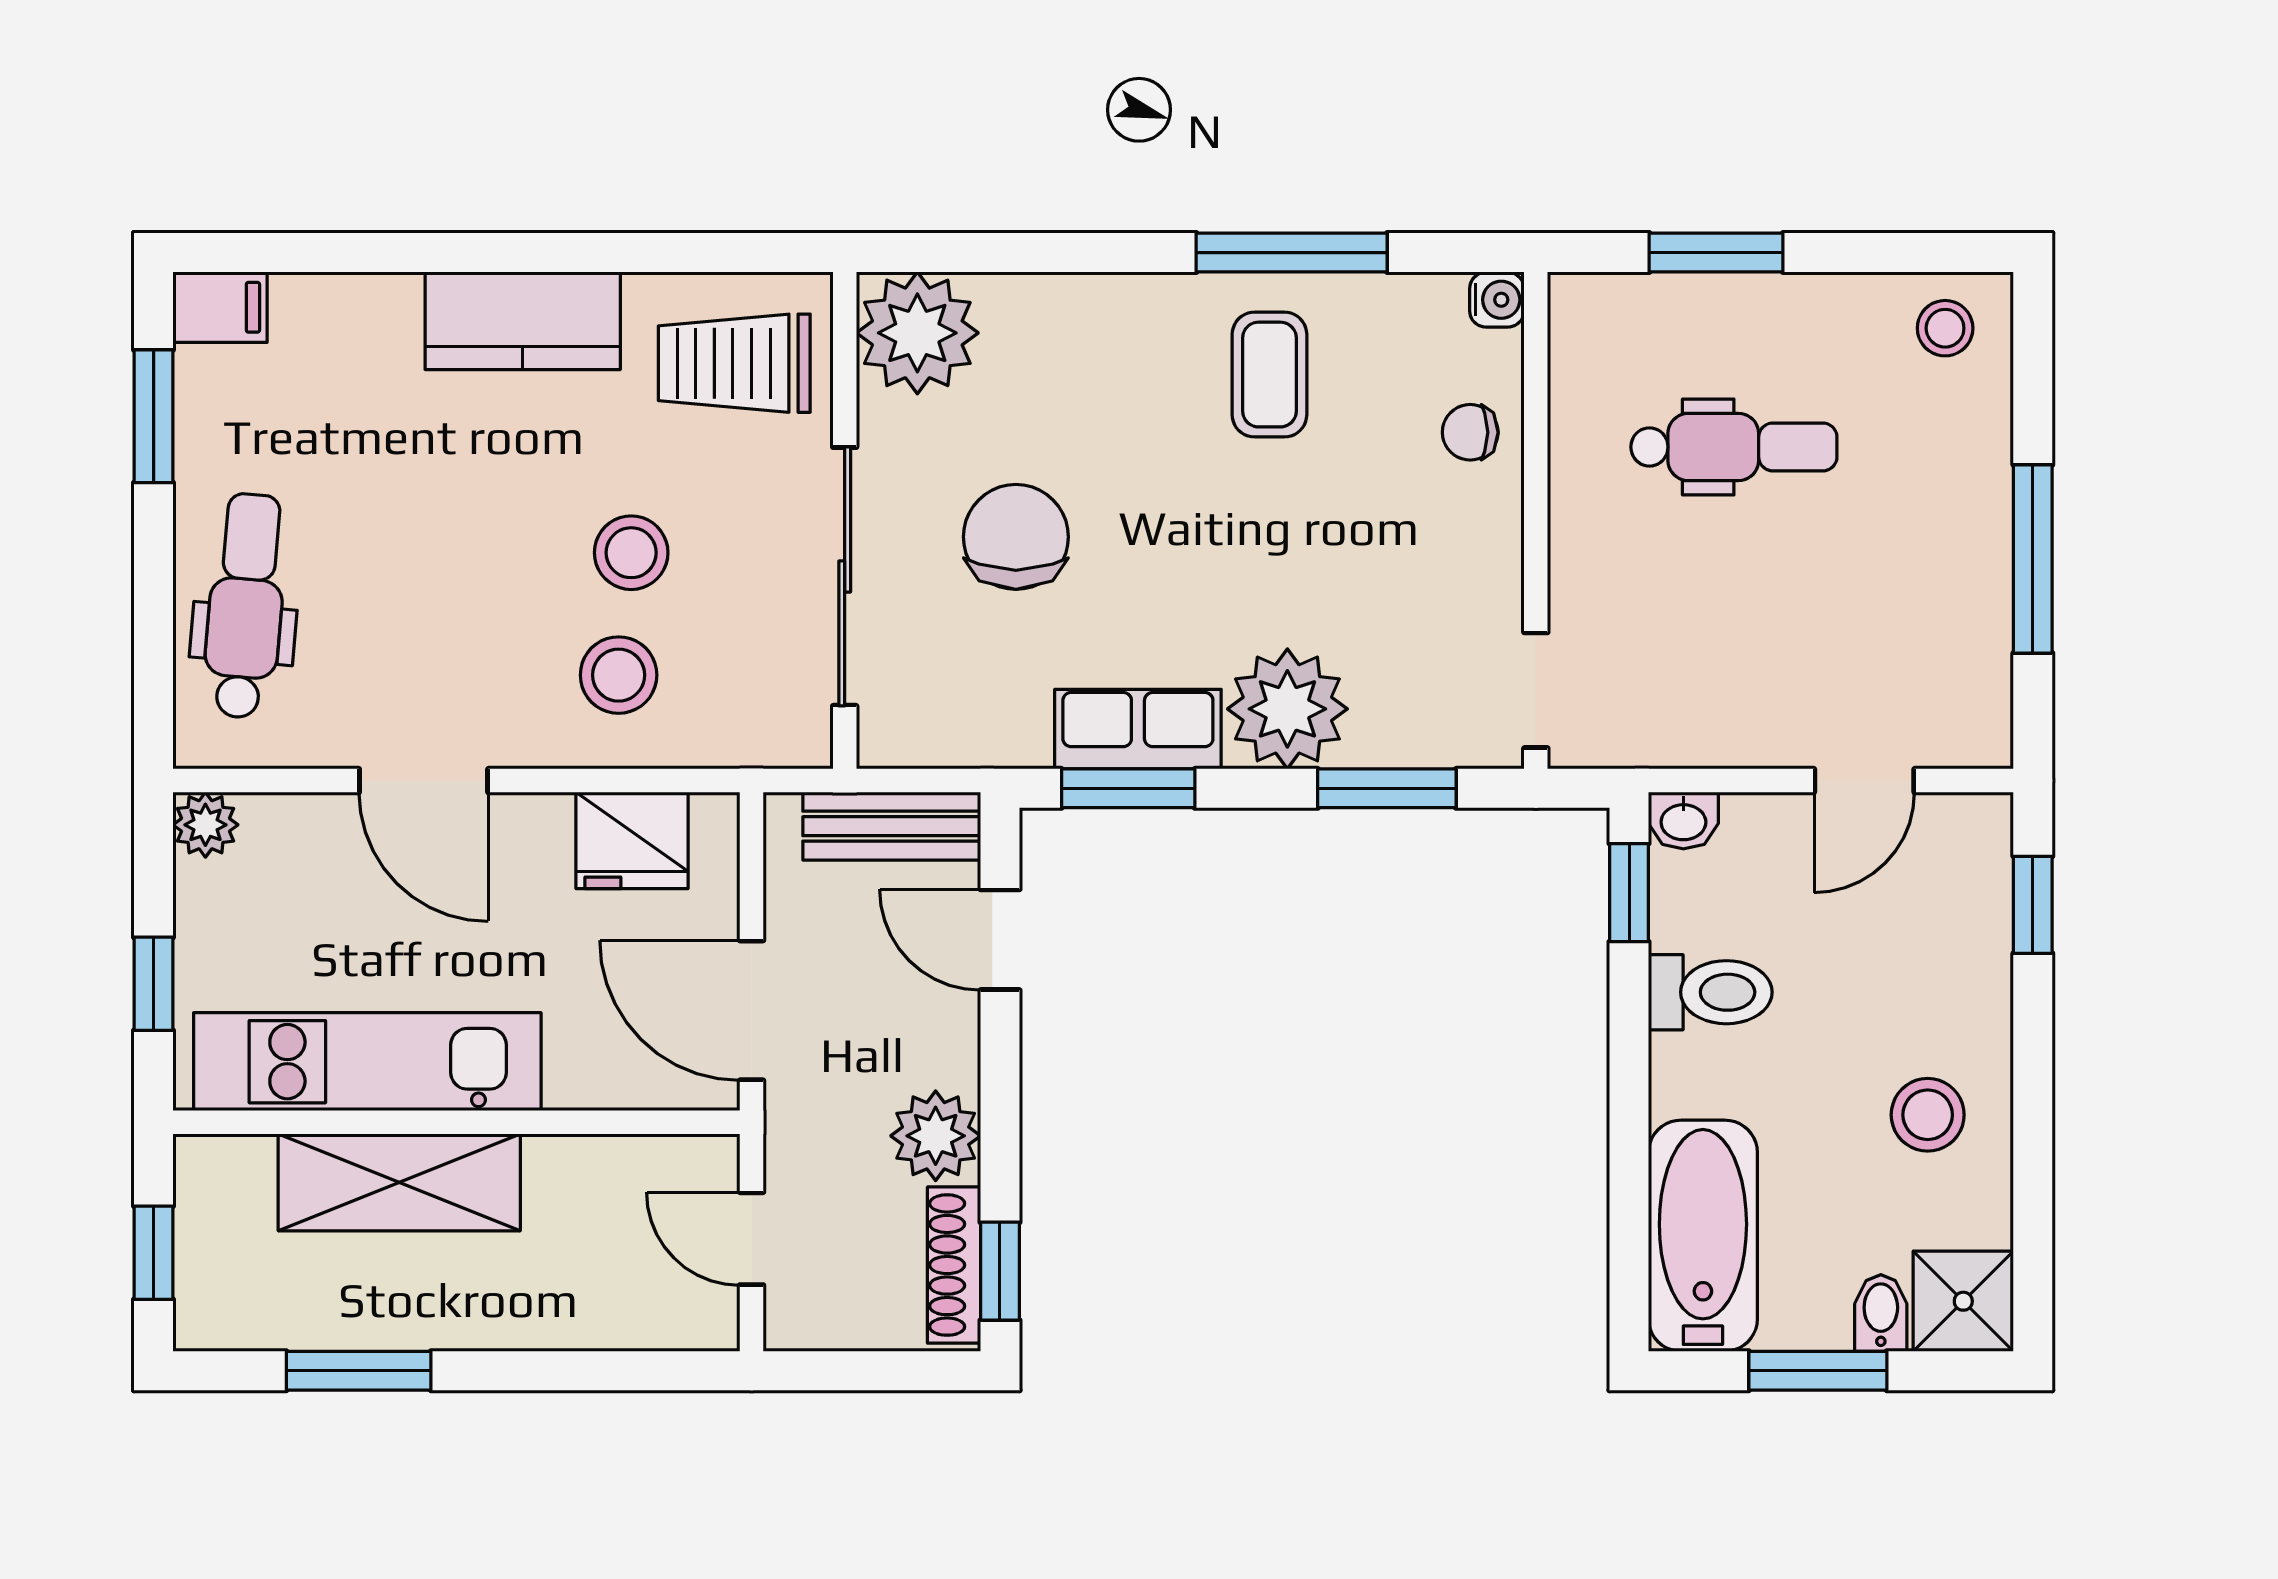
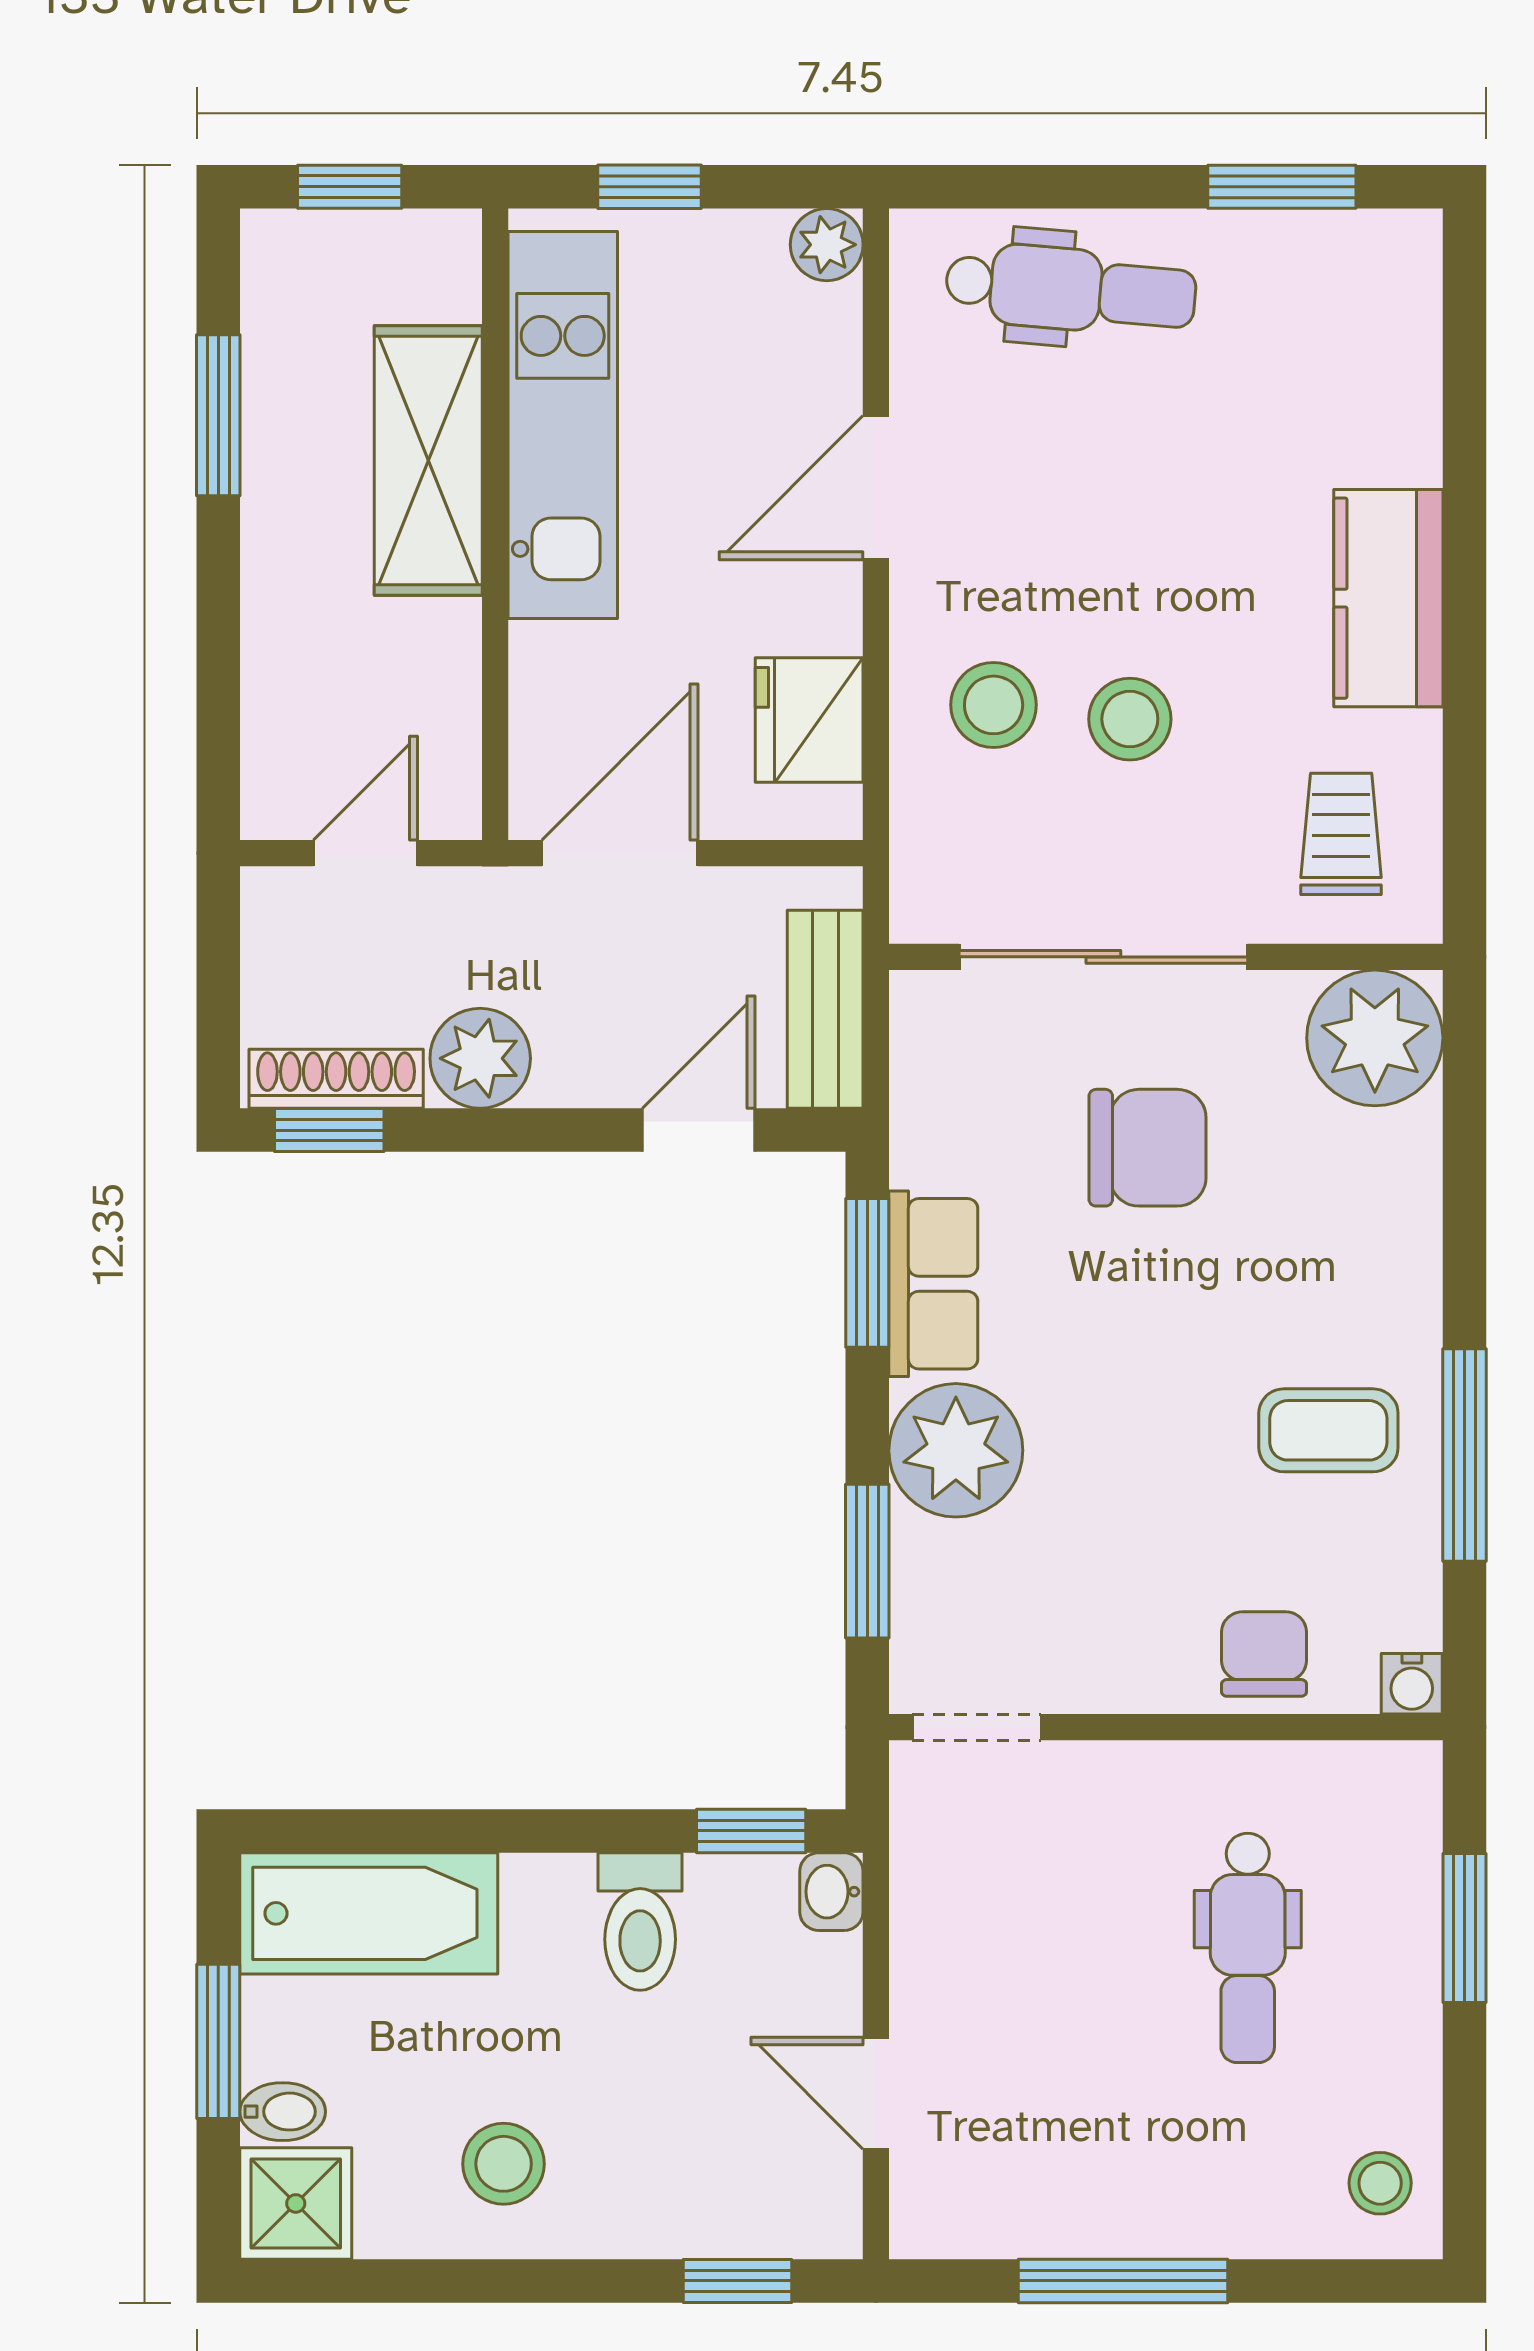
filing cabinet: (220, 307) -> (1403, 261), removed
trolley: (734, 363) -> (1341, 834), width x0.73, depth x0.72
chair: (1470, 432) -> (1264, 1654), width x1.37, depth x1.37

